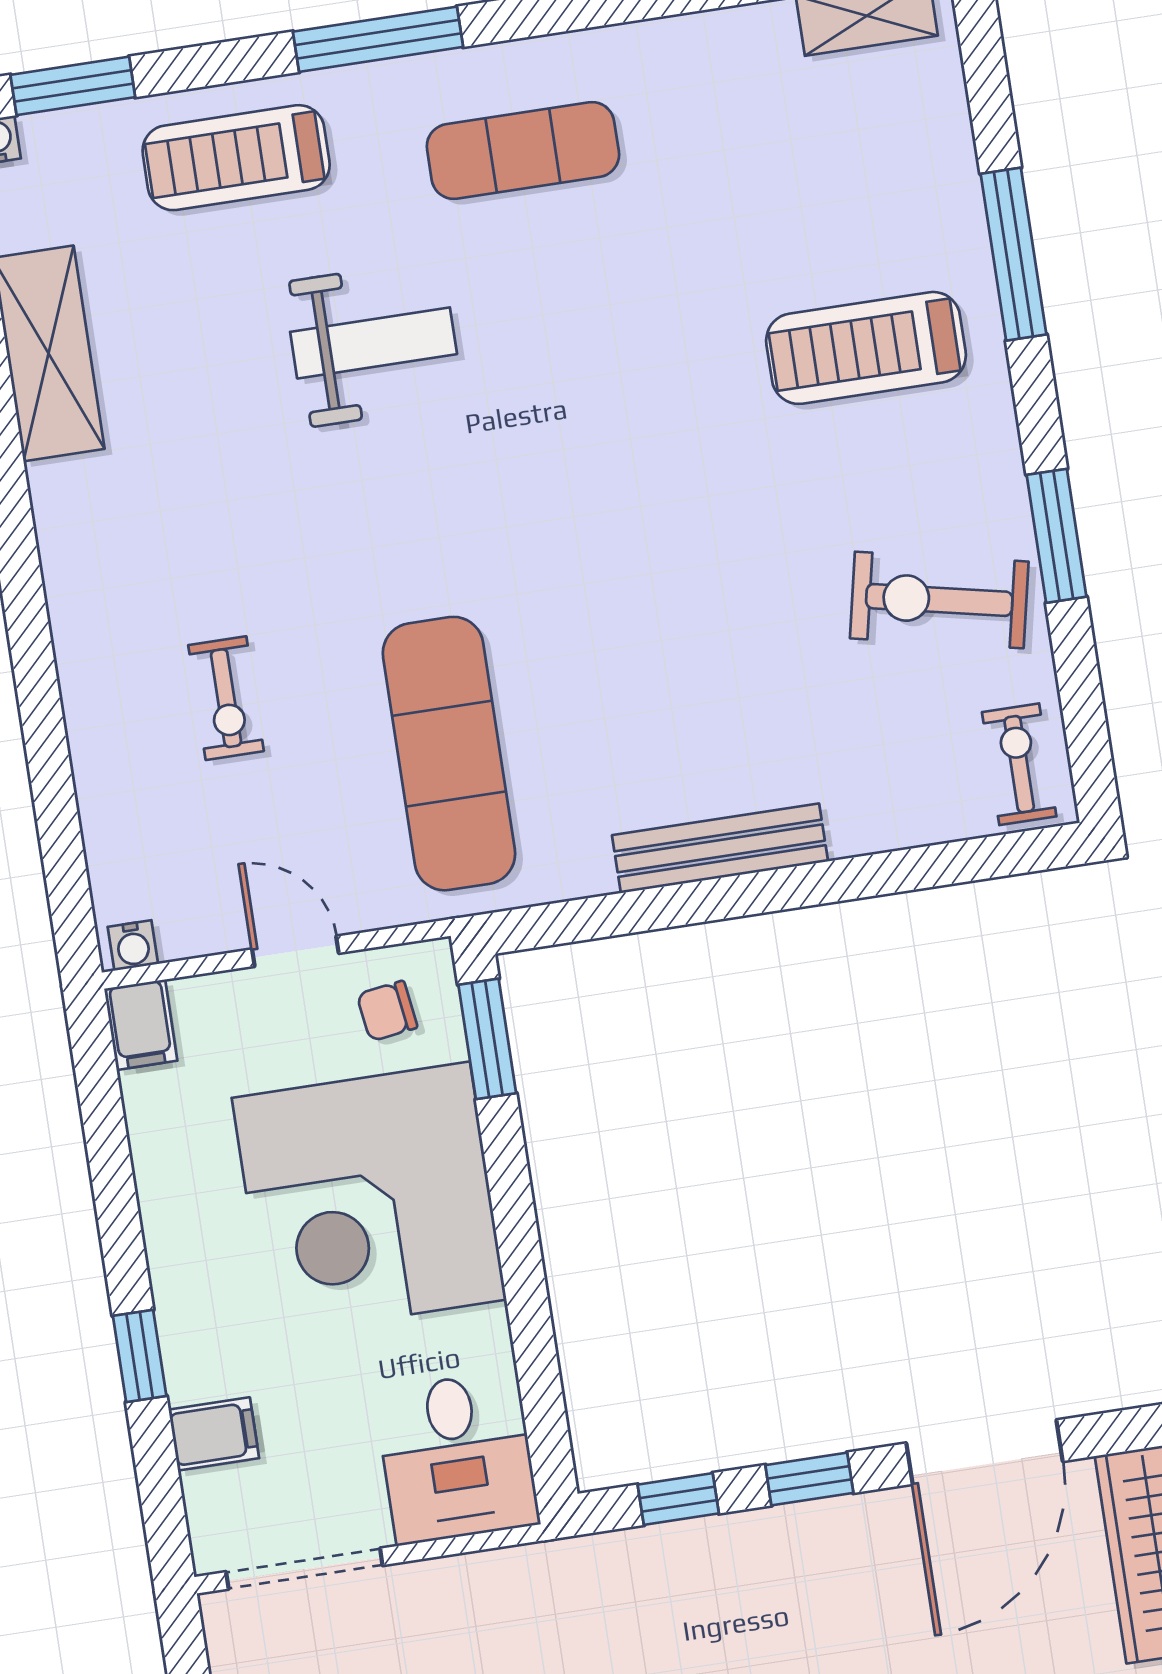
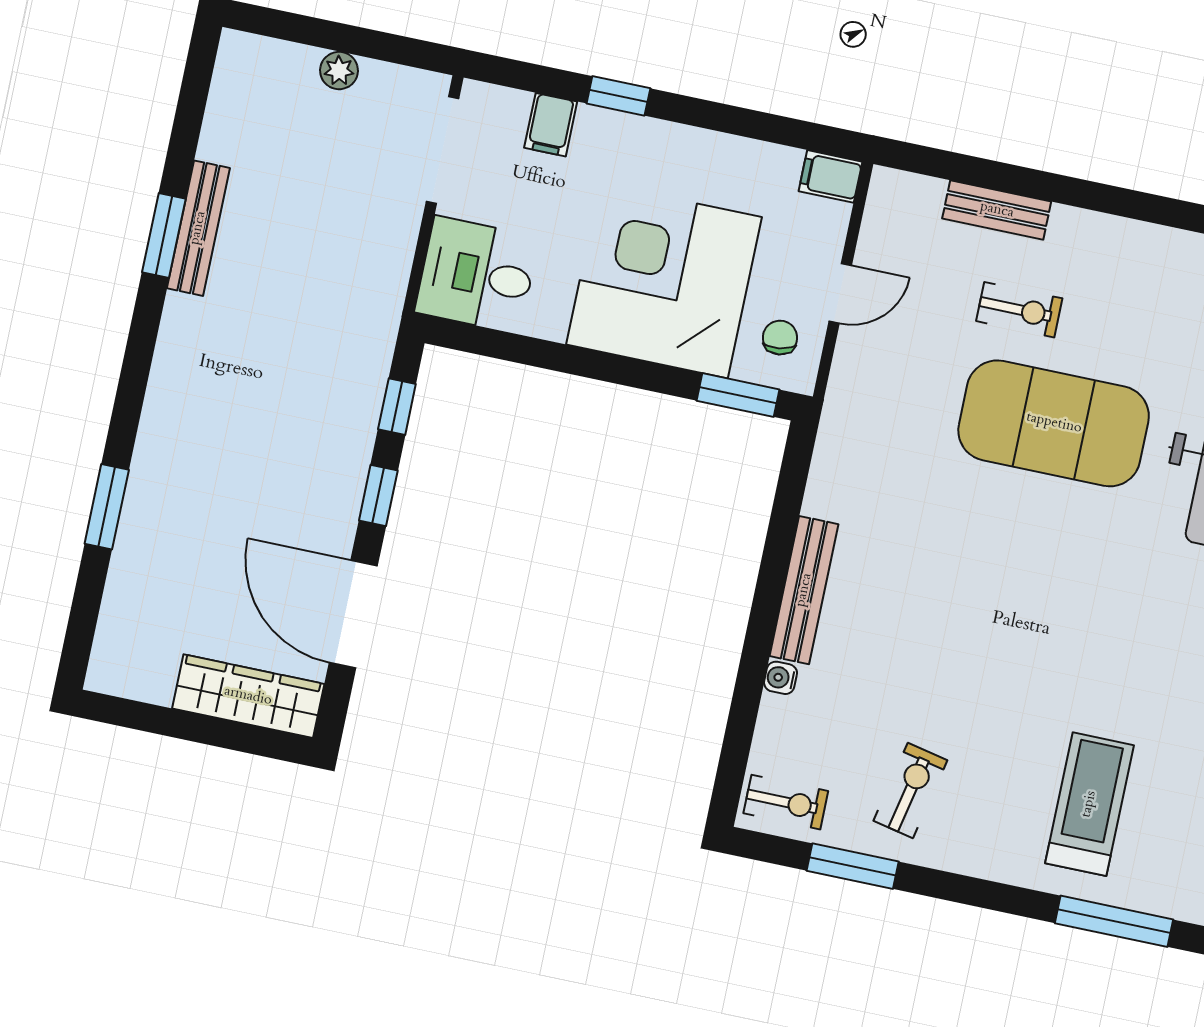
window: (1057, 536) -> (853, 866), moved
exercise bike: (939, 600) -> (910, 791), width x0.73, depth x0.72
exercise bike: (226, 698) -> (1019, 310), turned 180
exercise mat: (449, 754) -> (1054, 423), moved, width x1.47
bench: (101, 780) -> (997, 210), added
water cooler: (133, 945) -> (781, 678), moved

